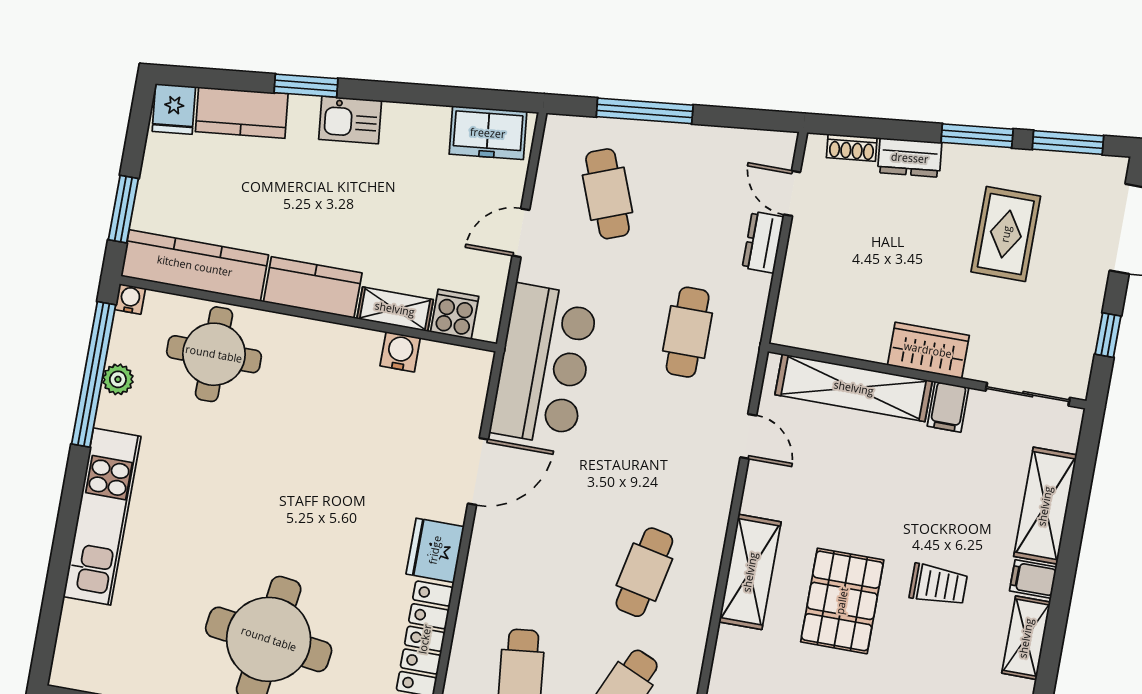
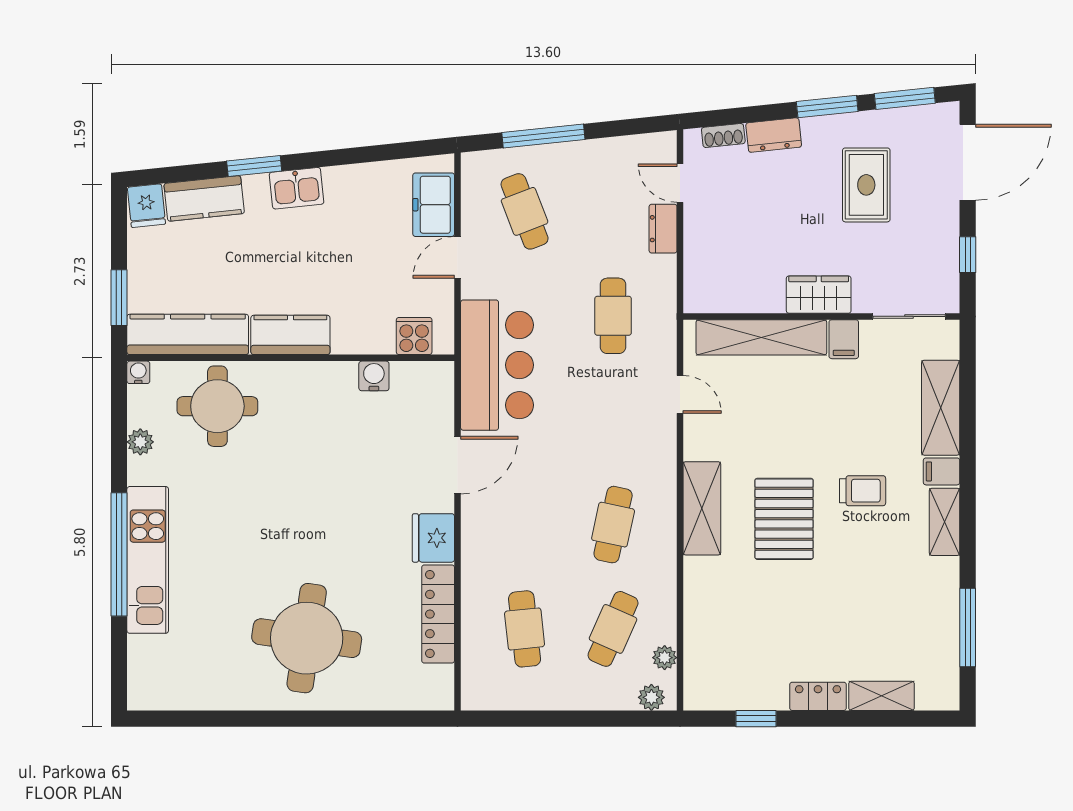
freezer: (488, 133) -> (434, 205), moved, turned 96
shelving: (395, 309) -> (363, 341), removed
window: (94, 374) -> (119, 554), moved

